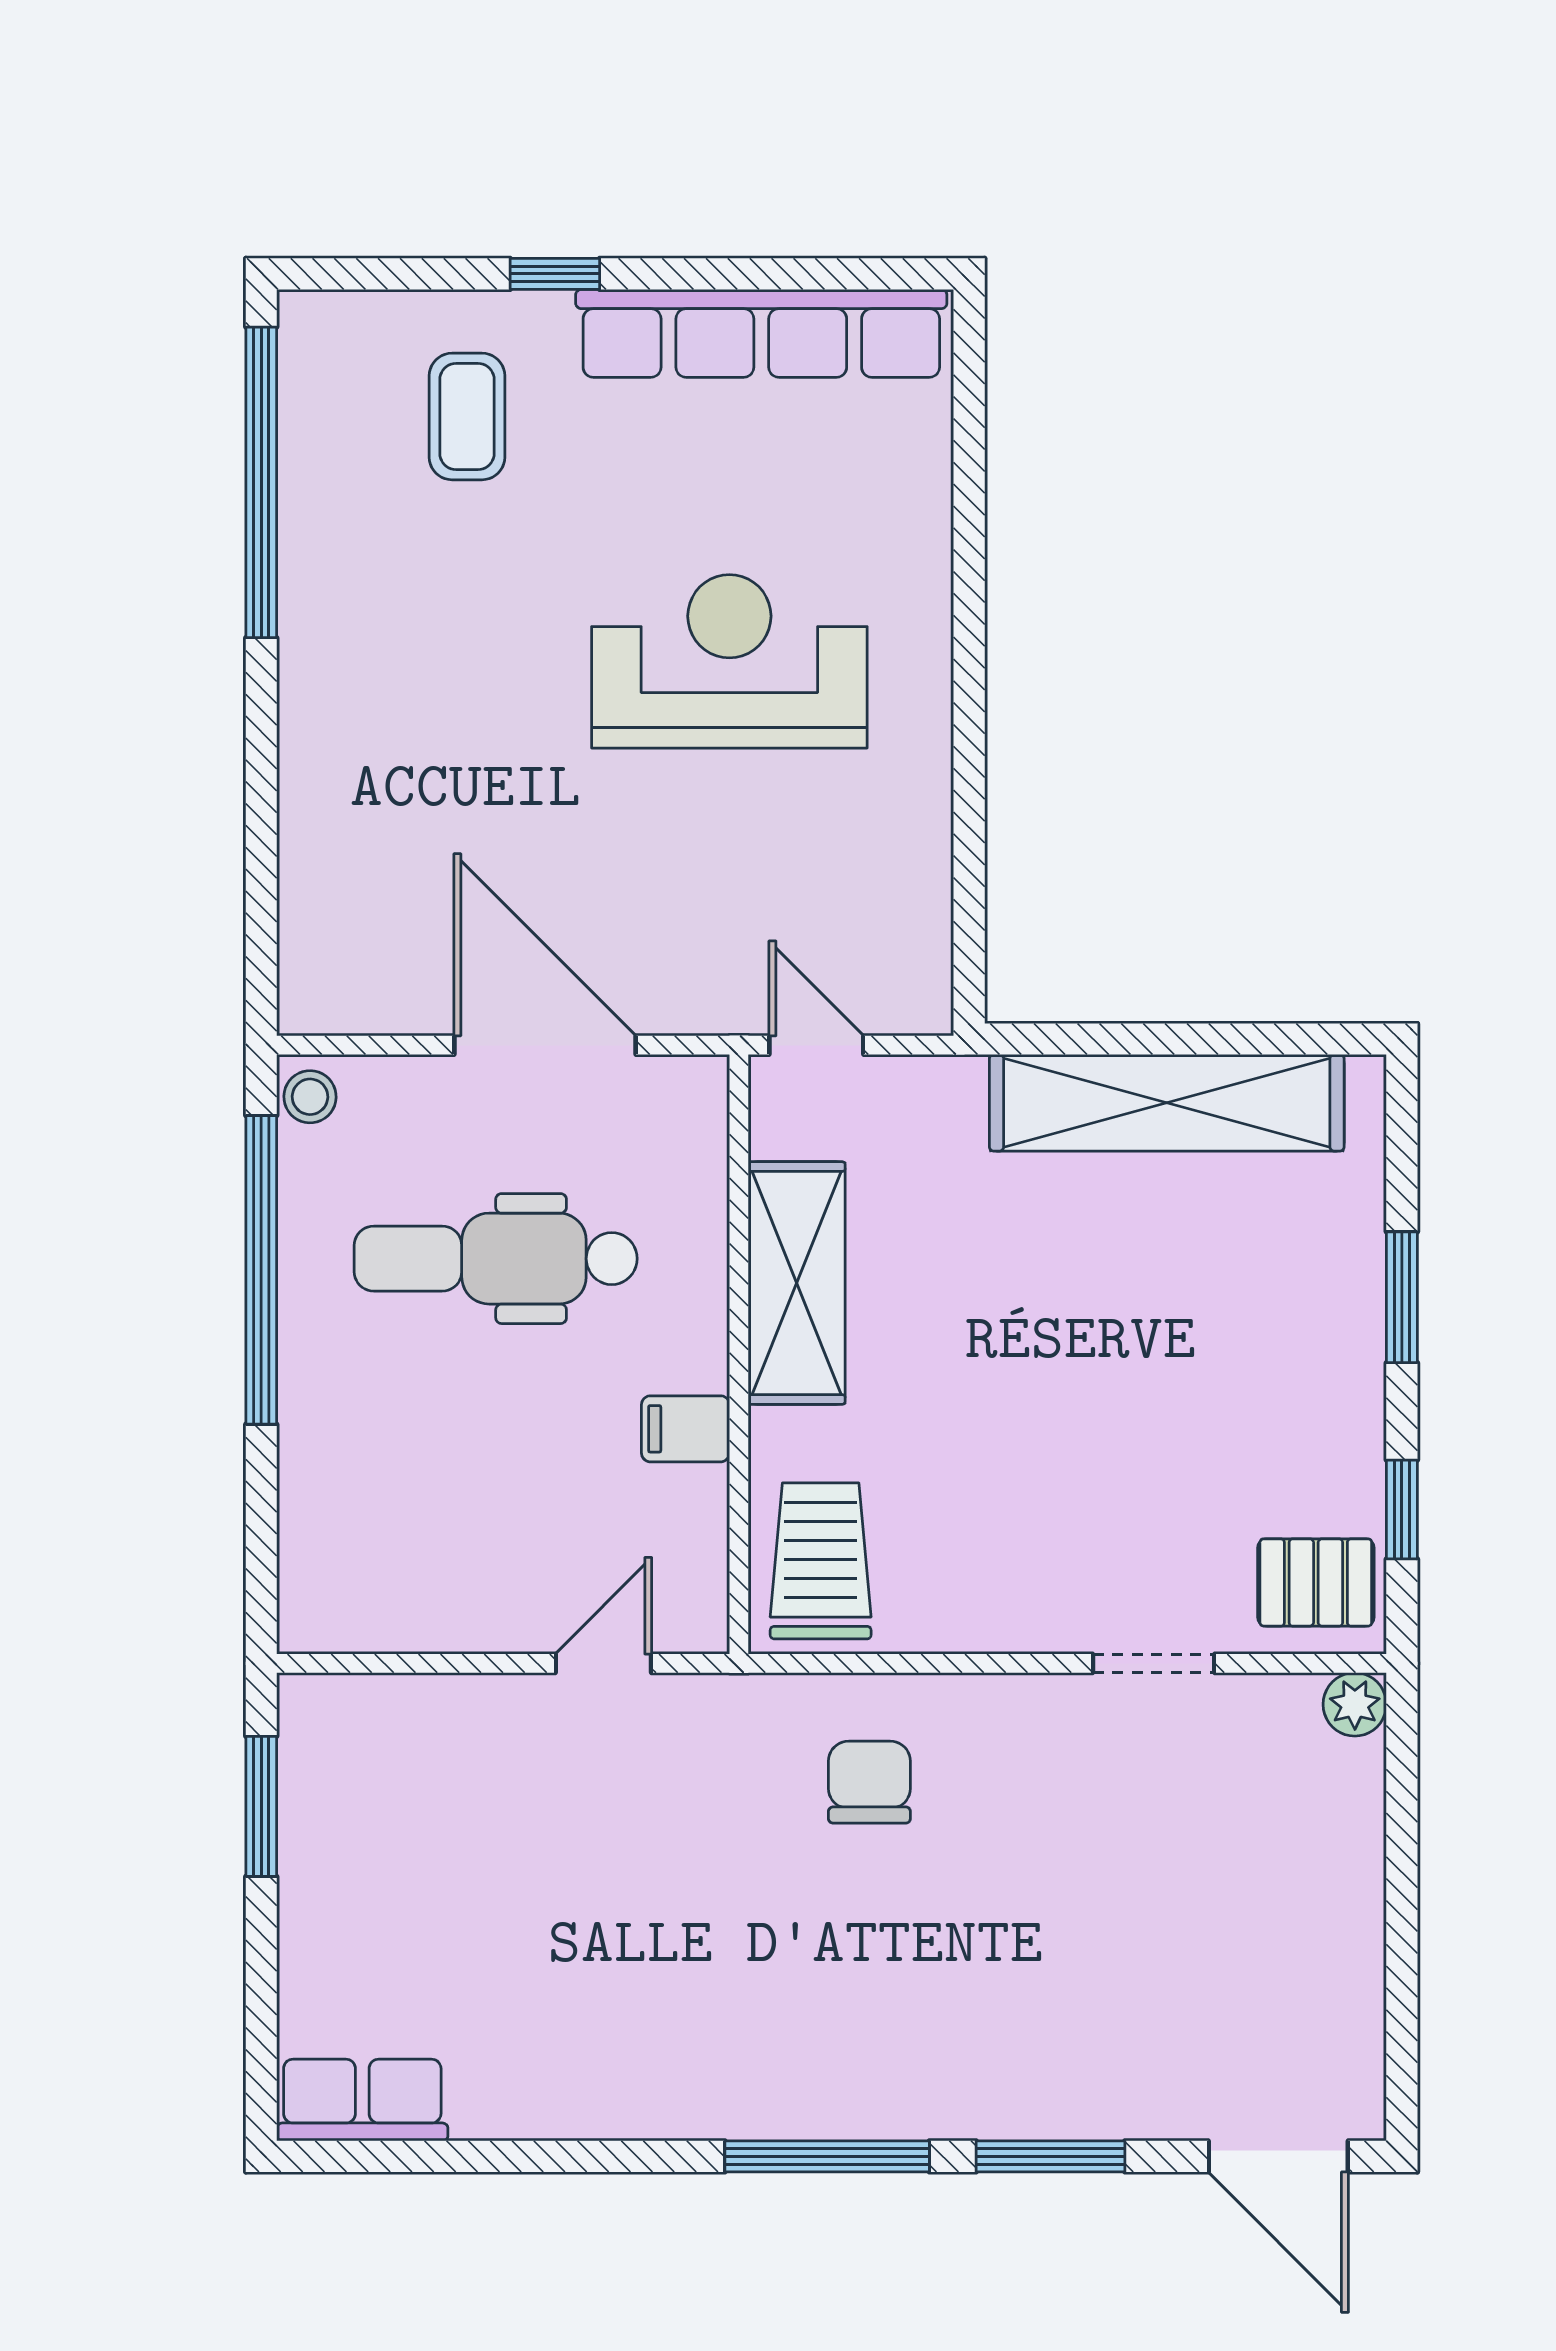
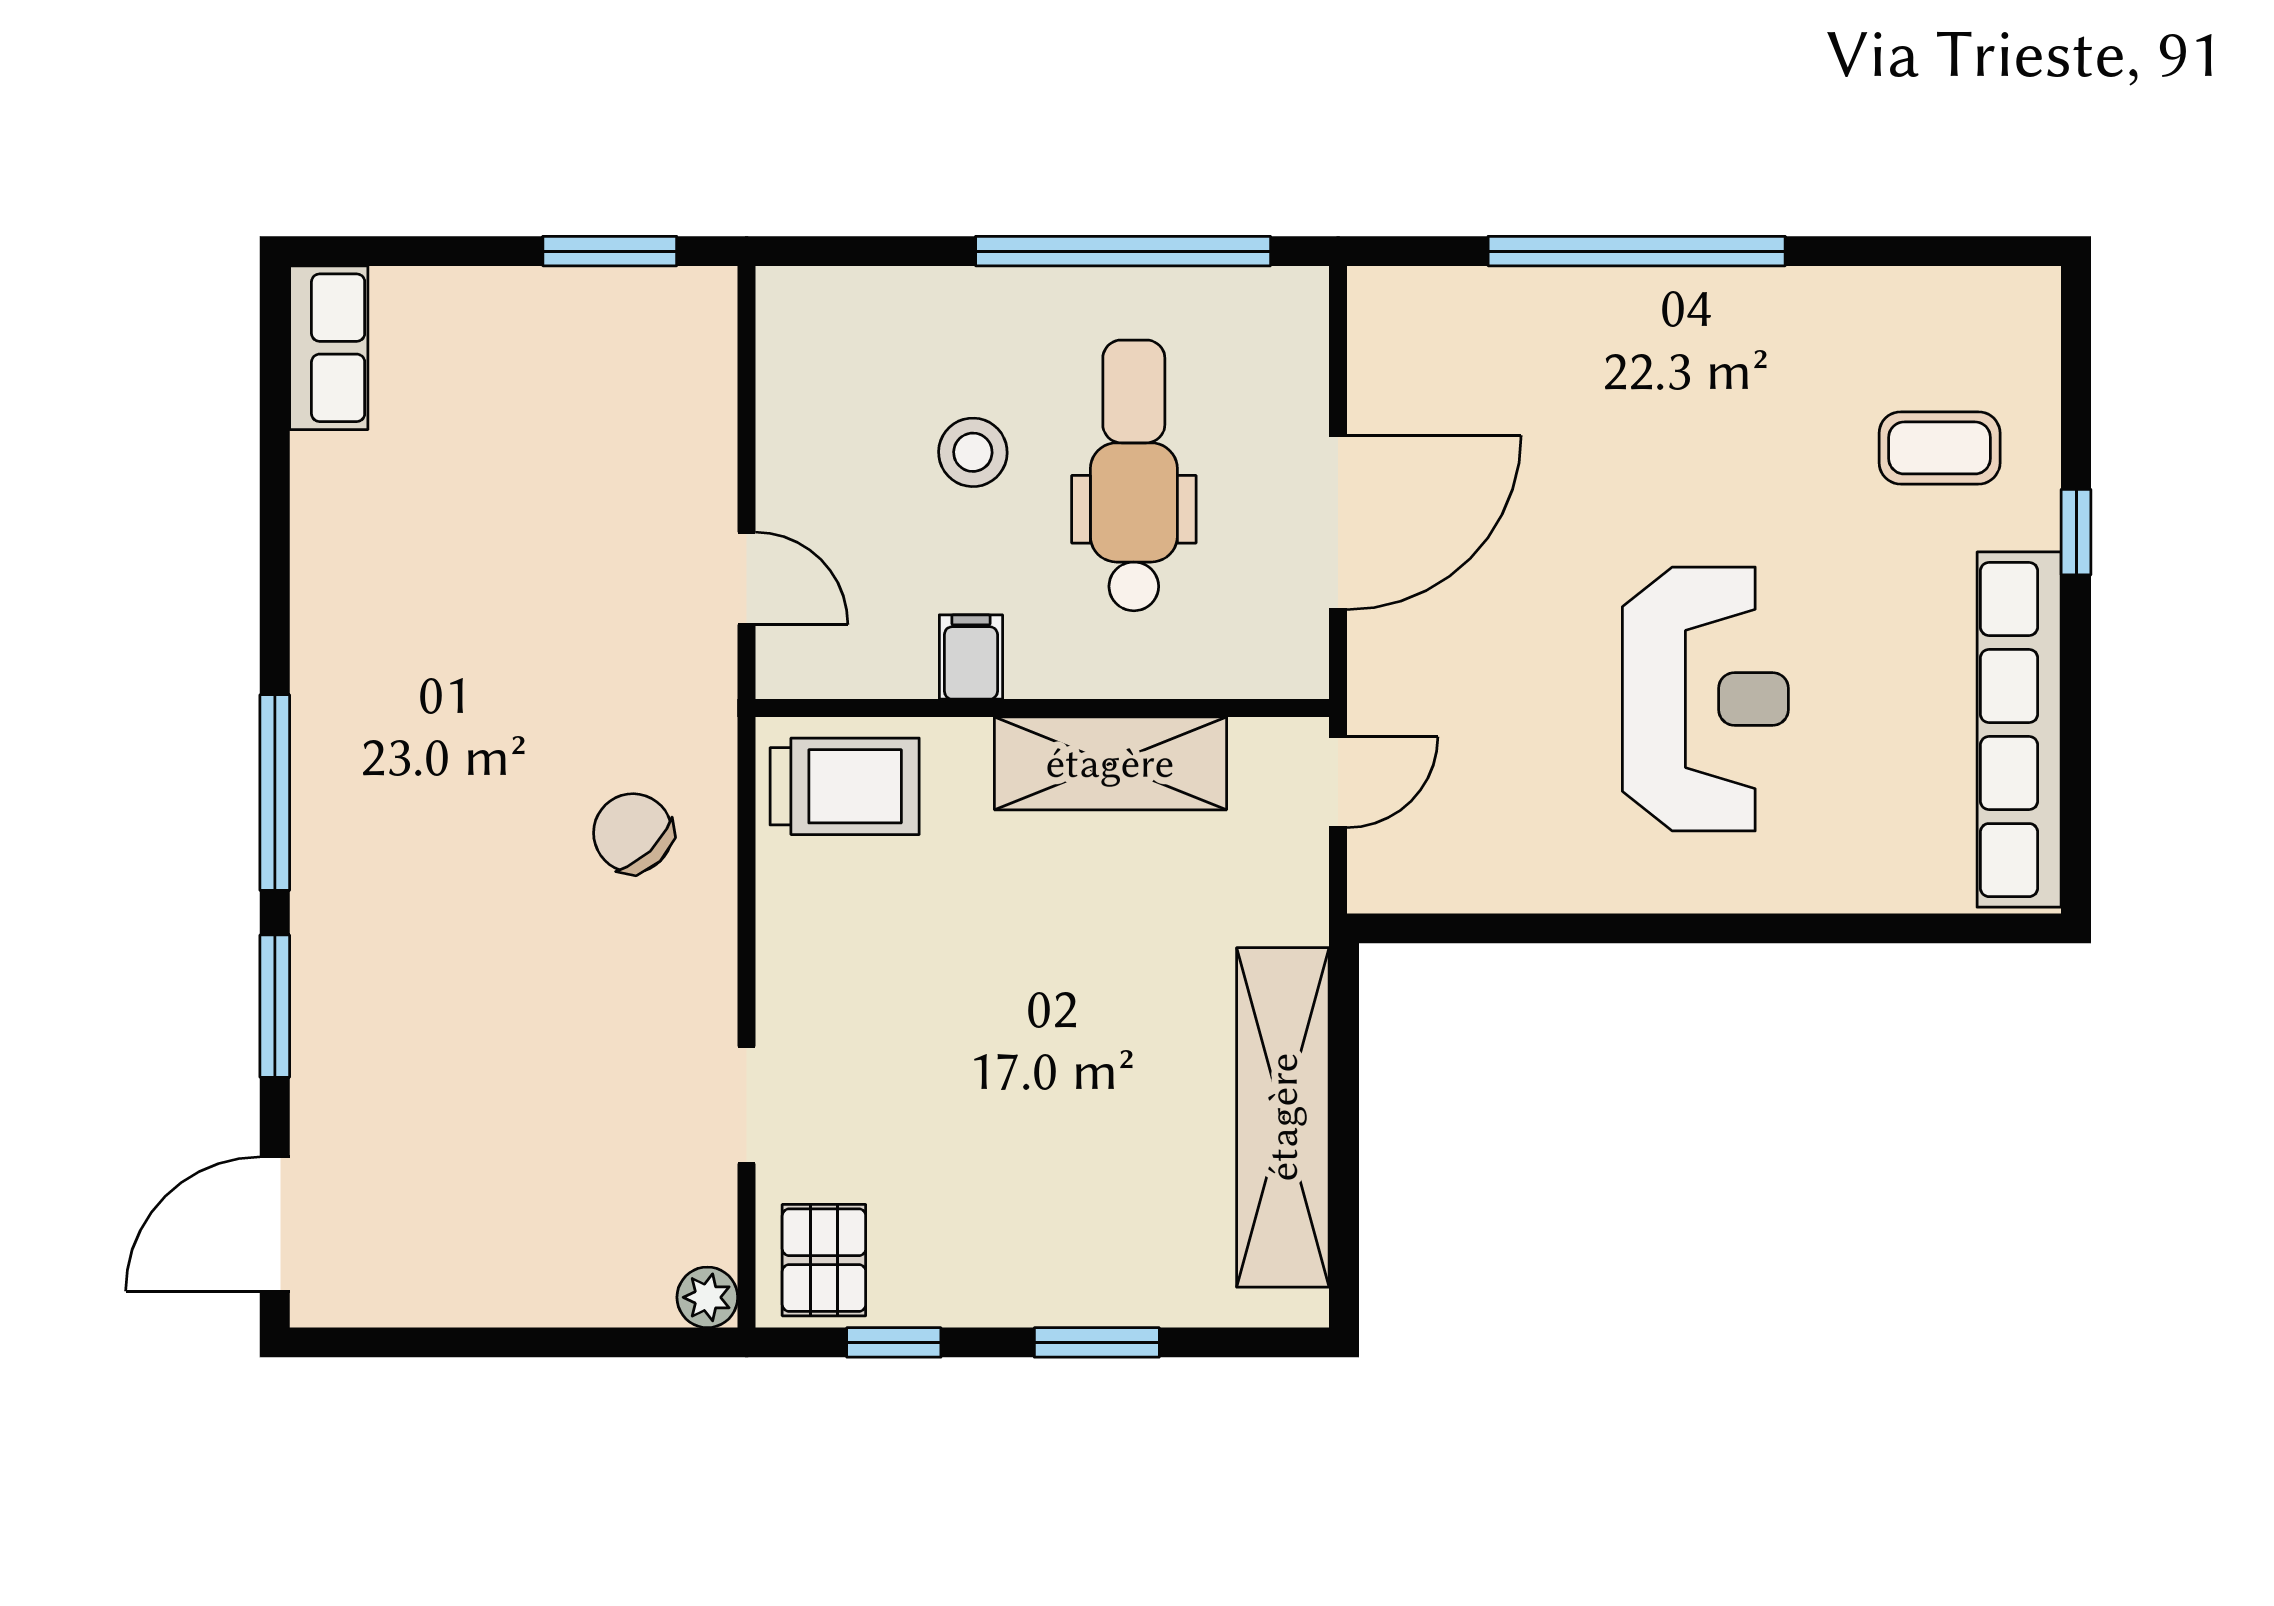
window: (261, 482) -> (1637, 251), moved
stool: (310, 1097) -> (973, 452), moved, width x1.37, depth x1.37
chair: (869, 1782) -> (633, 833), turned -134

